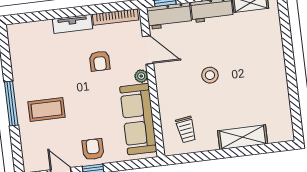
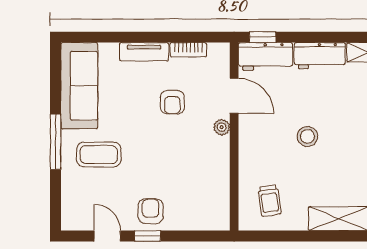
bookcase: (115, 17) -> (188, 50), width x0.64
sofa: (138, 119) -> (79, 86), moved, turned 180

